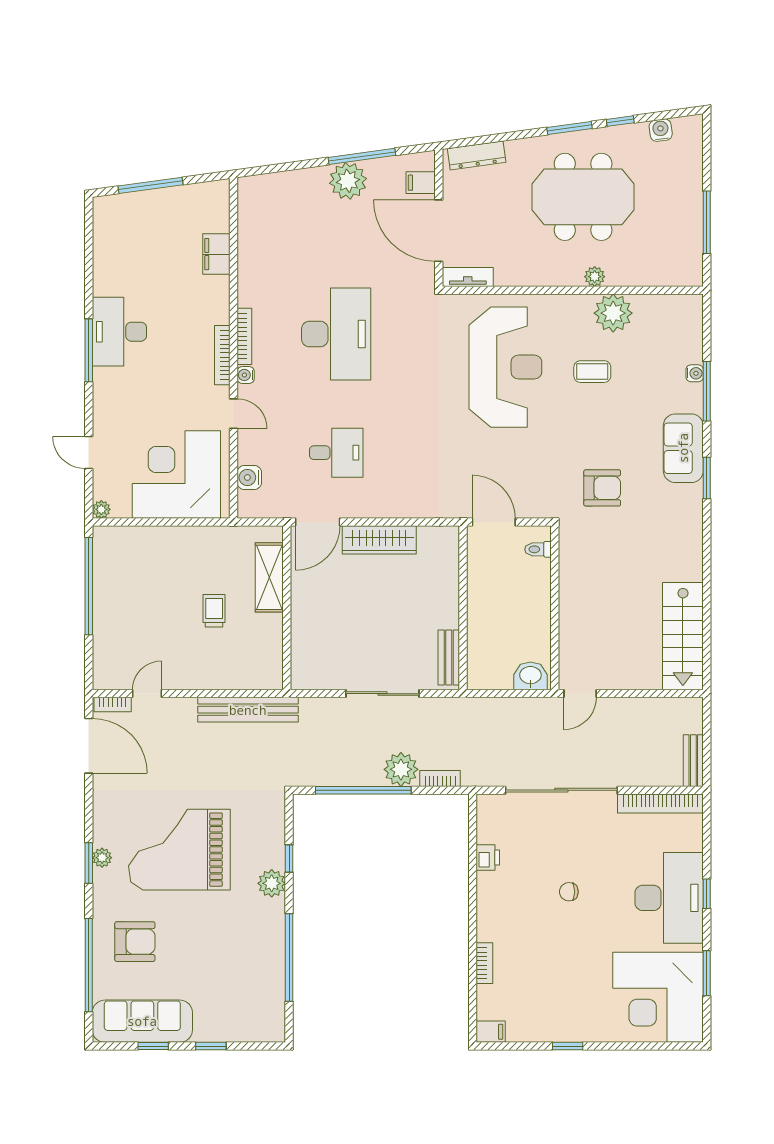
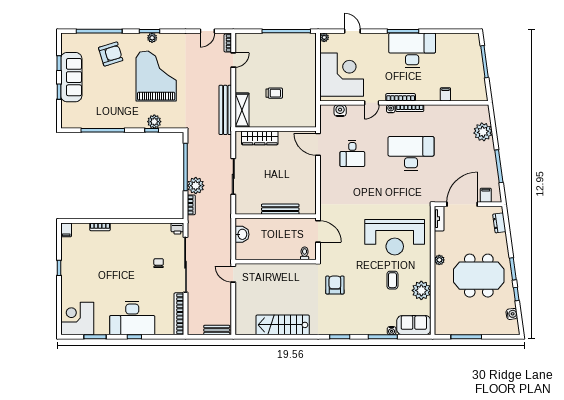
dresser: (477, 155) -> (499, 223), width x0.70
plant: (348, 181) -> (483, 132), moved
meeting table: (583, 197) -> (479, 276), turned 90
filing cabinet: (216, 254) -> (445, 94), width x0.50
plant: (595, 277) -> (439, 260), moved
desk: (119, 332) -> (412, 50), width x1.36, depth x1.30
desk: (336, 334) -> (411, 154), turned 180
sofa: (683, 448) -> (414, 325), moved
door: (89, 452) -> (352, 31), hinge flipped
armchair: (602, 488) -> (335, 285), turned 180
door: (494, 522) -> (318, 231), hinge flipped
wardrobe: (379, 540) -> (260, 138), moved, turned -90
shelving: (269, 577) -> (242, 110), moved, turned 90
stairs: (683, 636) -> (283, 325), moved
bench: (449, 658) -> (280, 209), moved, width x1.36
washbasin: (530, 676) -> (242, 234), moved
door: (147, 694) -> (233, 60), hinge flipped
door: (89, 746) -> (207, 31), width x0.53
bench: (693, 761) -> (217, 330), moved
printer: (488, 858) -> (177, 228), moved
plant: (272, 883) -> (154, 122), moved
chair: (569, 892) -> (159, 263), moved
armchair: (135, 942) -> (111, 54), turned -107
corner desk: (658, 997) -> (77, 319), width x0.74, depth x0.74
sofa: (142, 1021) -> (71, 77), moved

